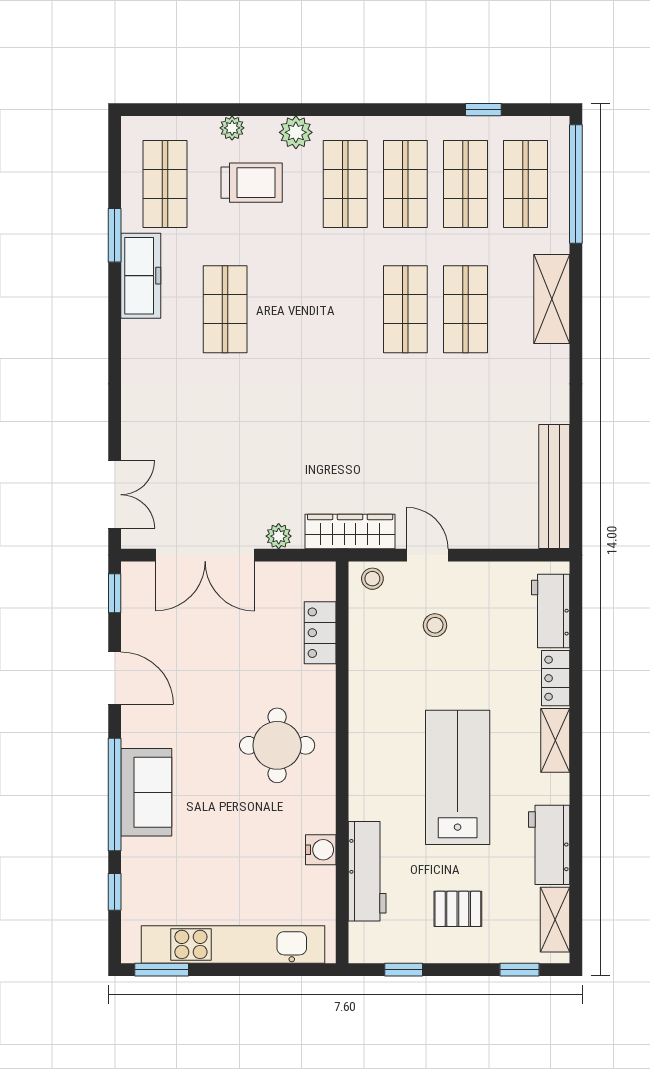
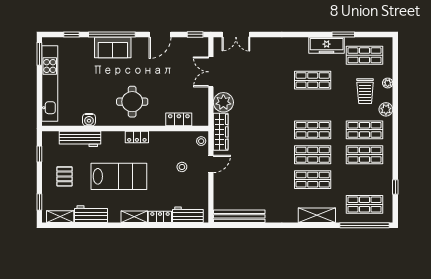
shop shelf: (465, 184) -> (313, 130), moved
plant: (279, 536) -> (223, 102), width x1.88, depth x1.88
double door: (205, 555) -> (211, 72), width x0.73
locker: (362, 734) -> (137, 137), added

